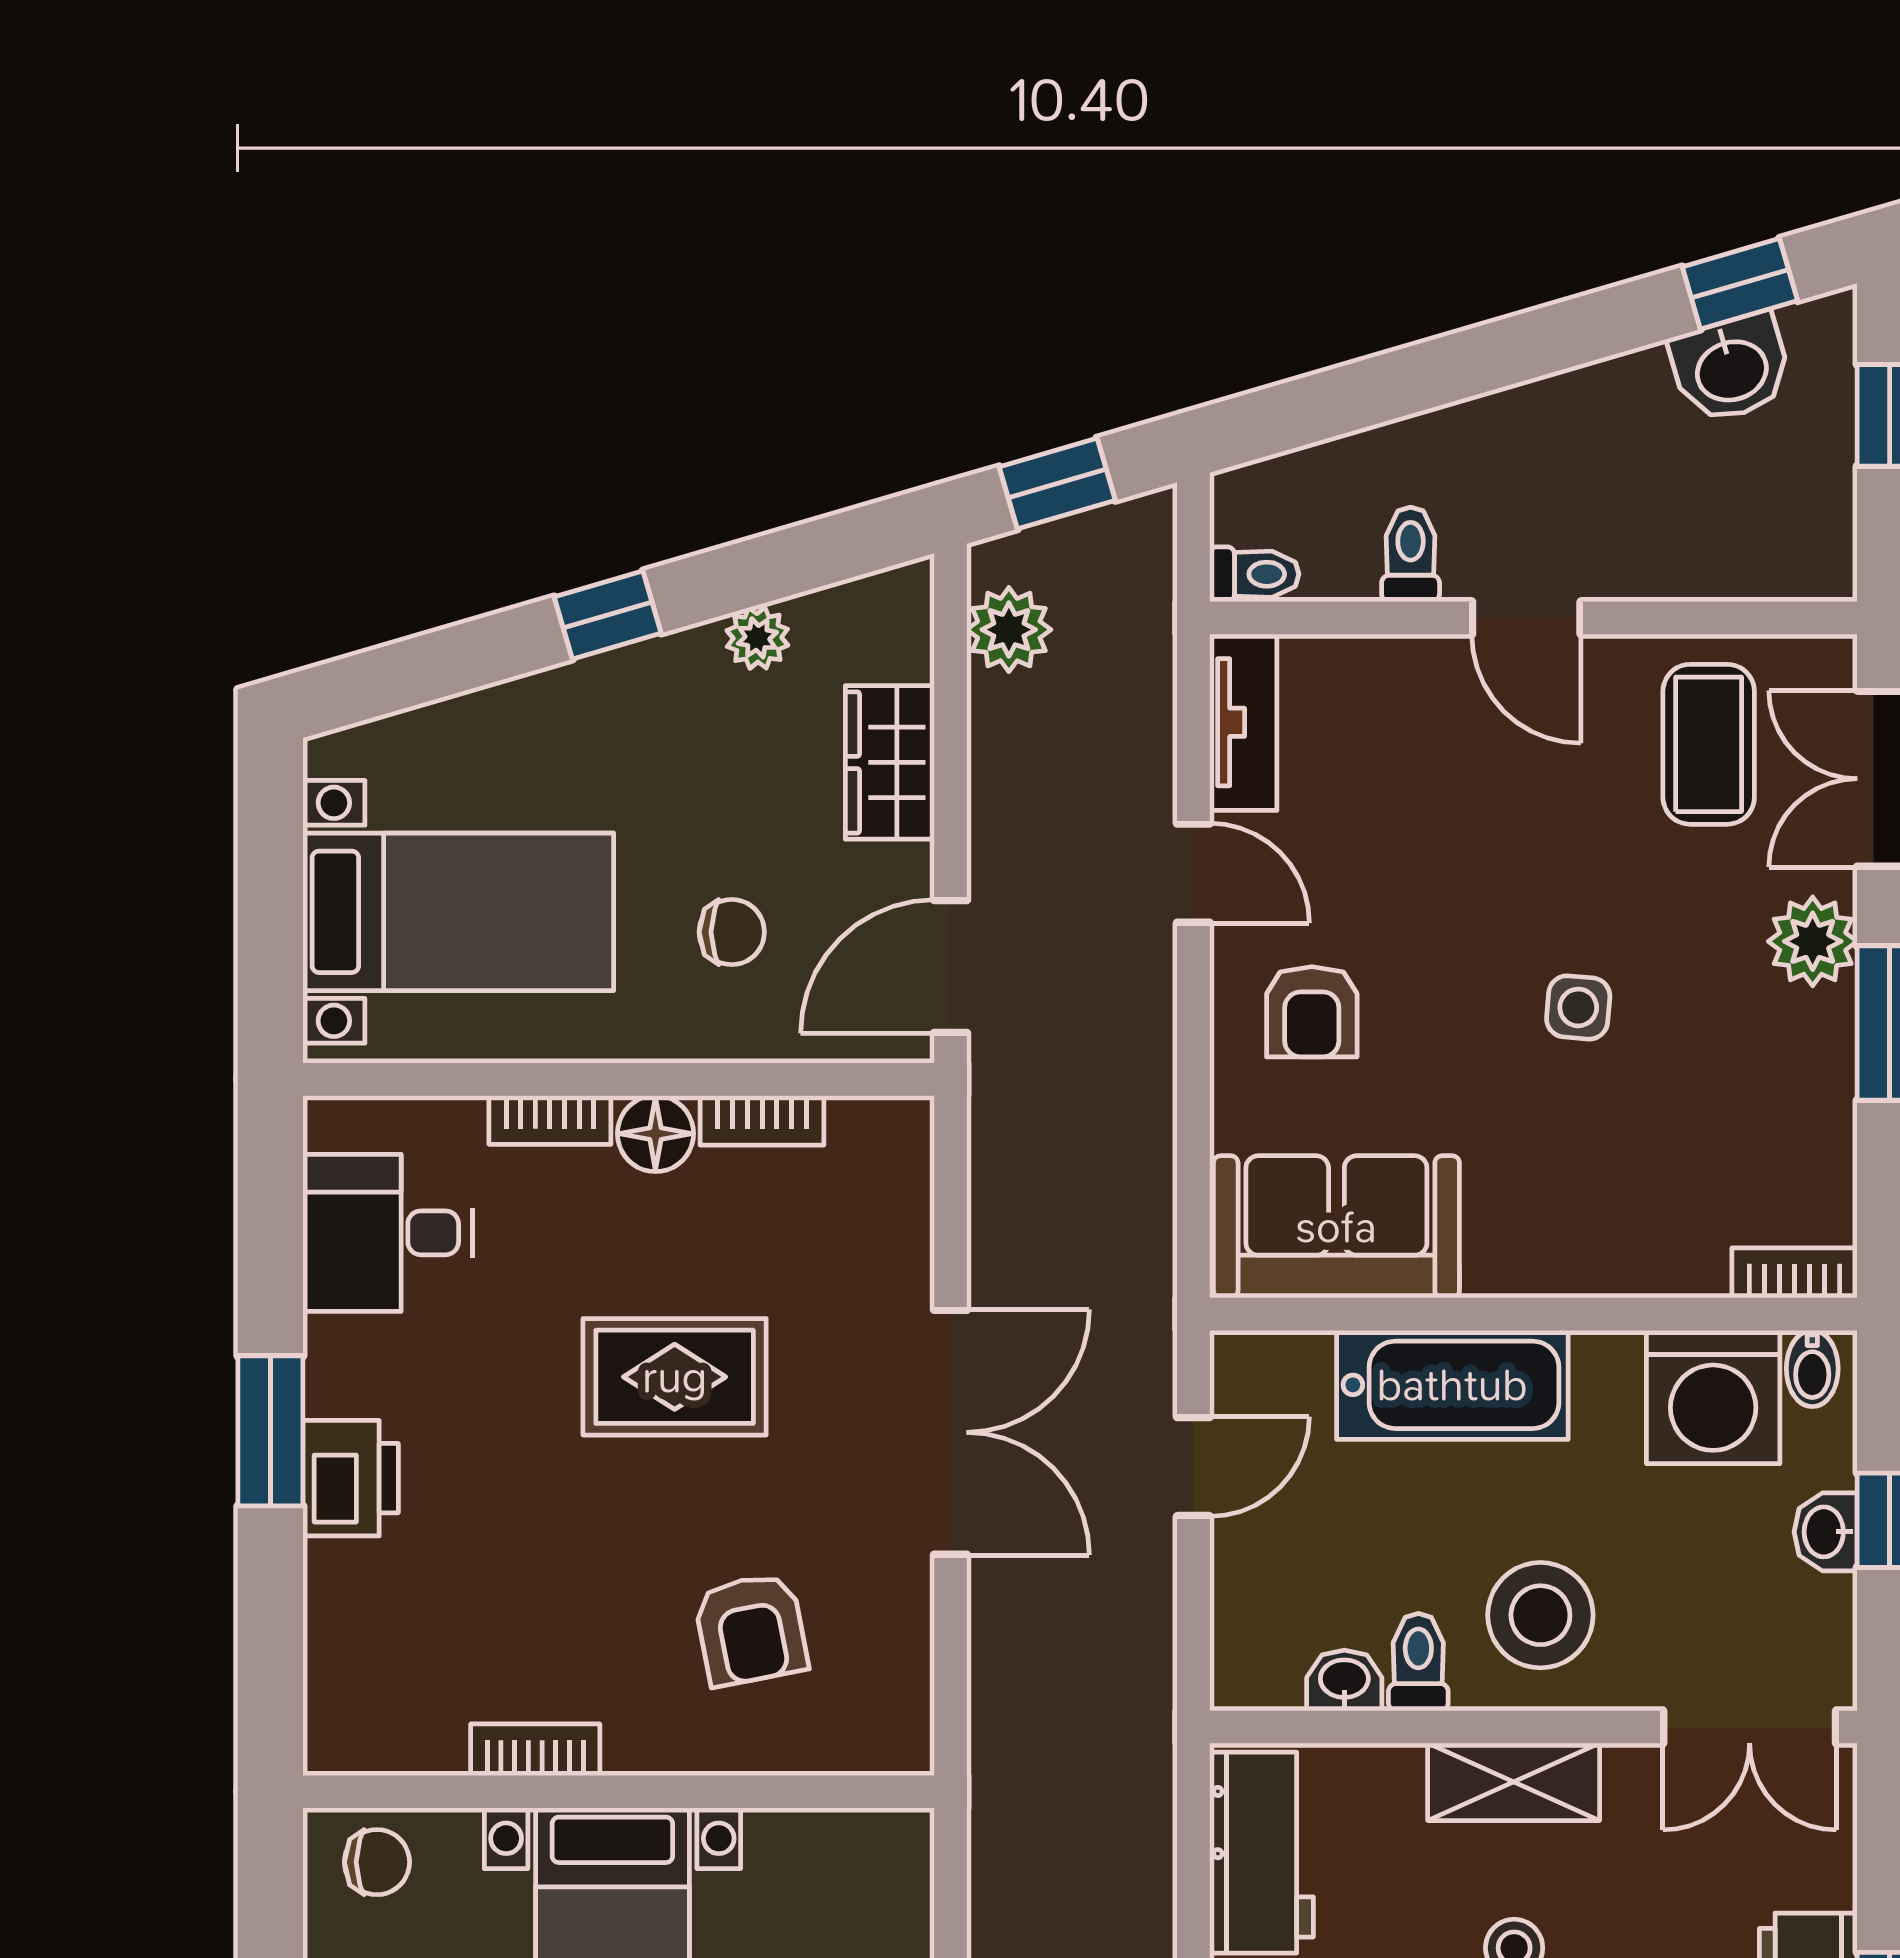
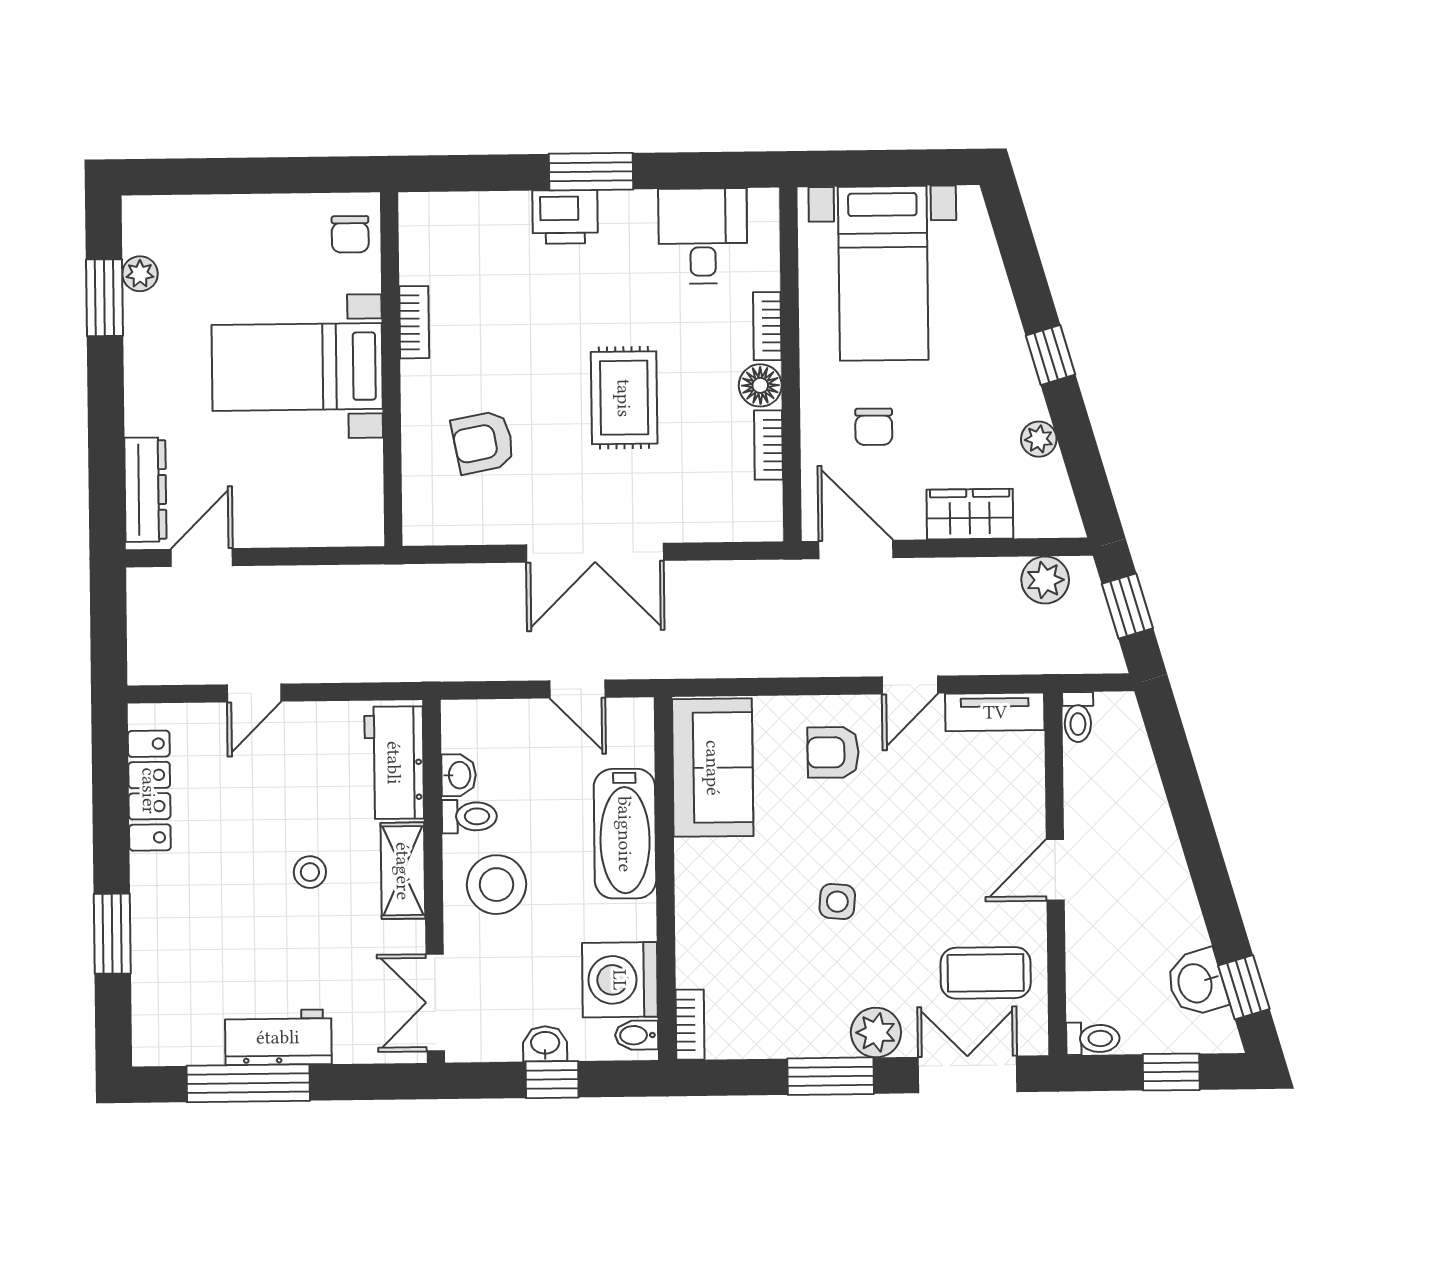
toilet: (1411, 554) -> (1093, 1039), moved
workbench: (1261, 1853) -> (394, 763), moved, turned 90

